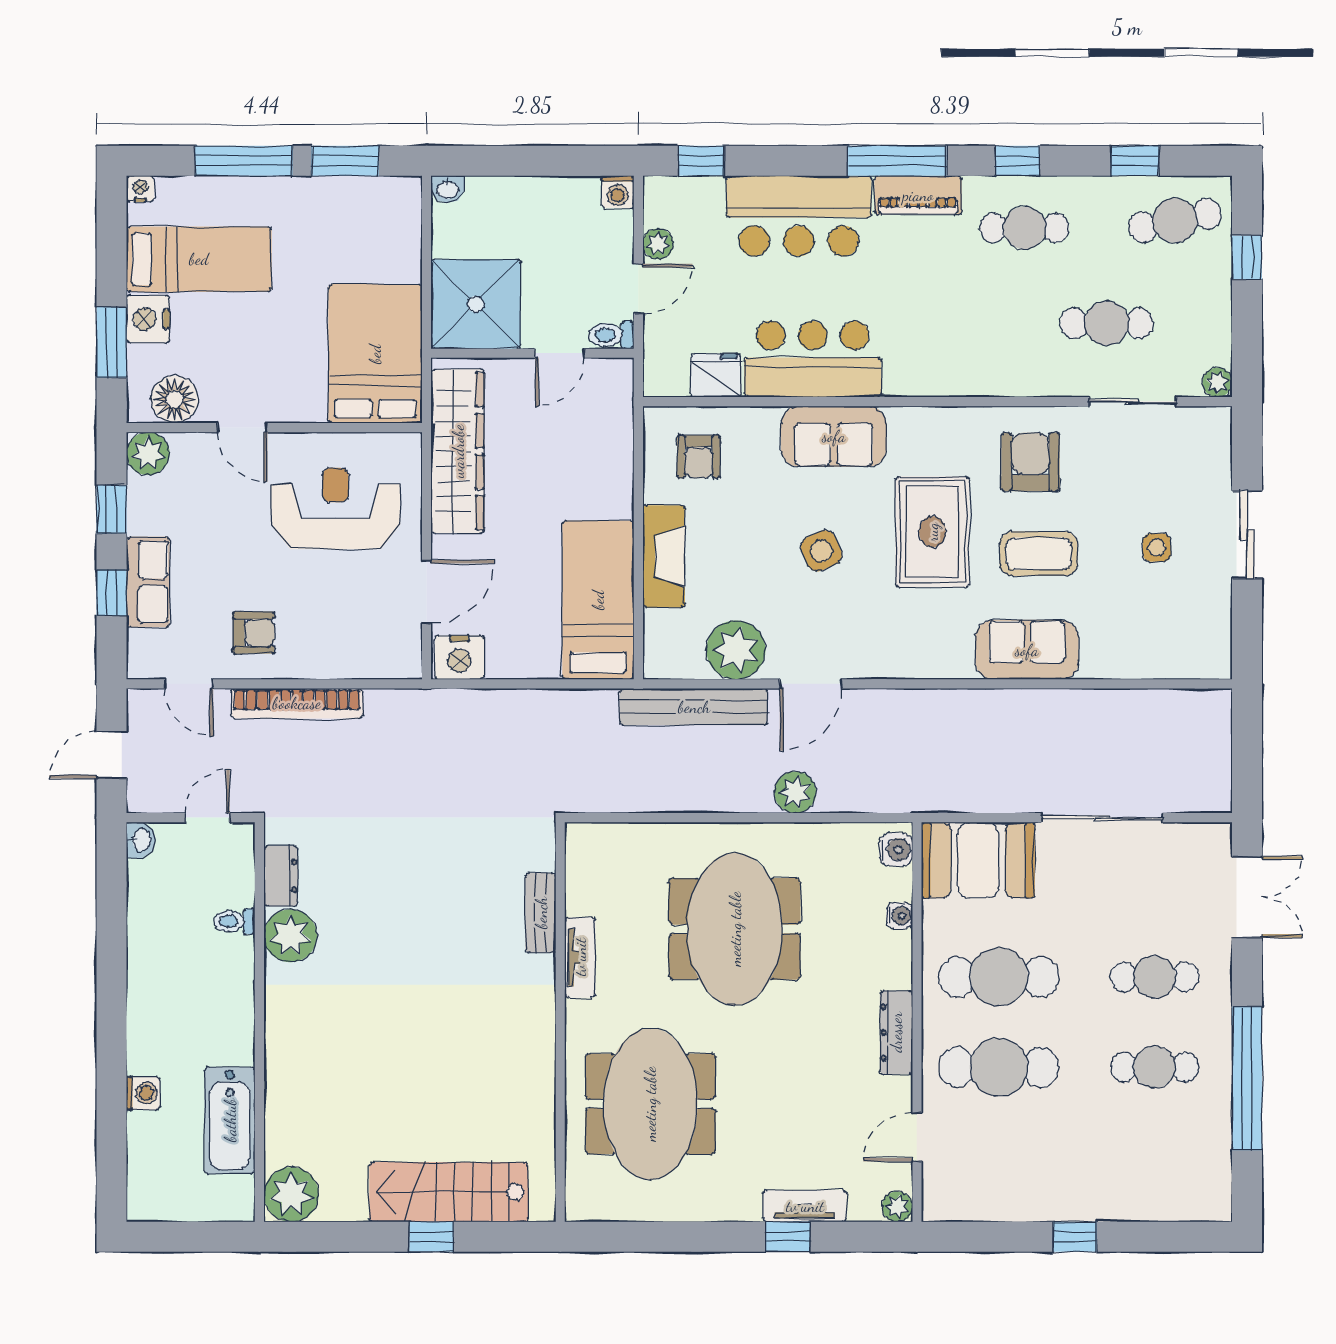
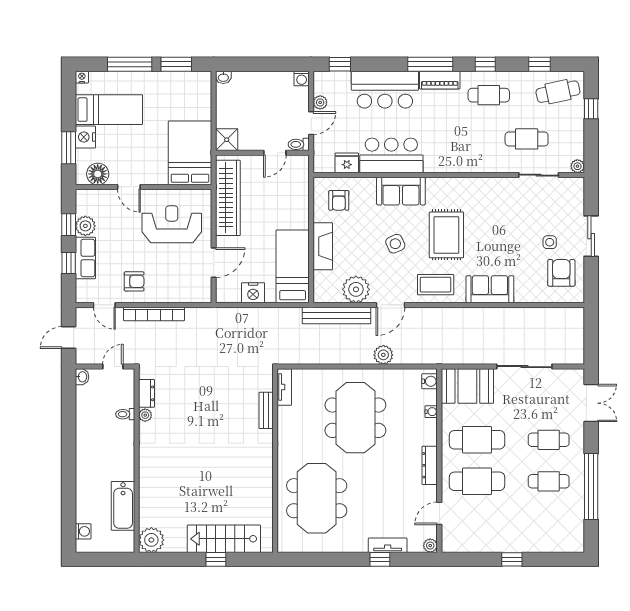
shower: (476, 304) -> (227, 140), width x0.54, depth x0.54
plant: (148, 454) -> (85, 226), moved
armchair: (1031, 462) -> (561, 273), moved
coffee table: (1039, 554) -> (436, 285), moved
nightstand: (459, 657) -> (253, 293), moved
plant: (290, 936) -> (145, 415), width x0.53, depth x0.53
tv unit: (580, 957) -> (284, 387), moved
washing machine: (143, 1093) -> (83, 531), moved

